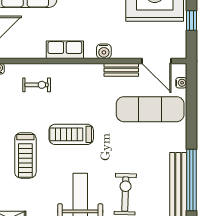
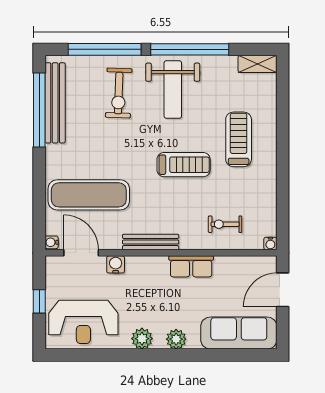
water cooler: (104, 51) -> (116, 264), moved
bench: (121, 70) -> (151, 242), moved, width x1.36
water cooler: (181, 83) -> (52, 242), moved

